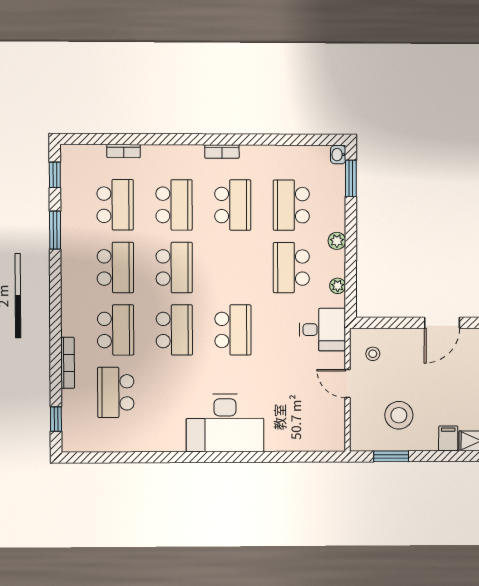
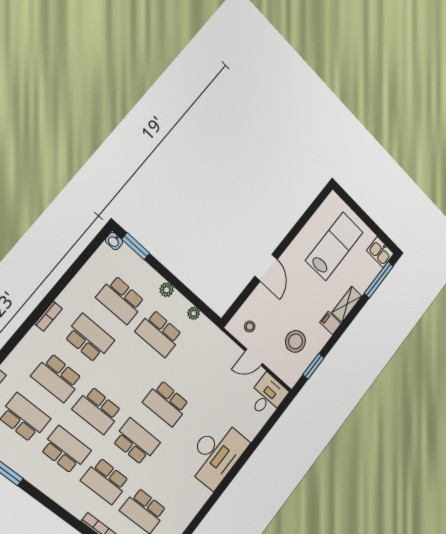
school desk: (174, 205) -> (57, 378), turned 180
school desk: (174, 267) -> (97, 410), turned 180
school desk: (116, 330) -> (105, 481), turned 180
school desk: (233, 330) -> (166, 403), turned 180
desk: (322, 330) -> (267, 396), moved

